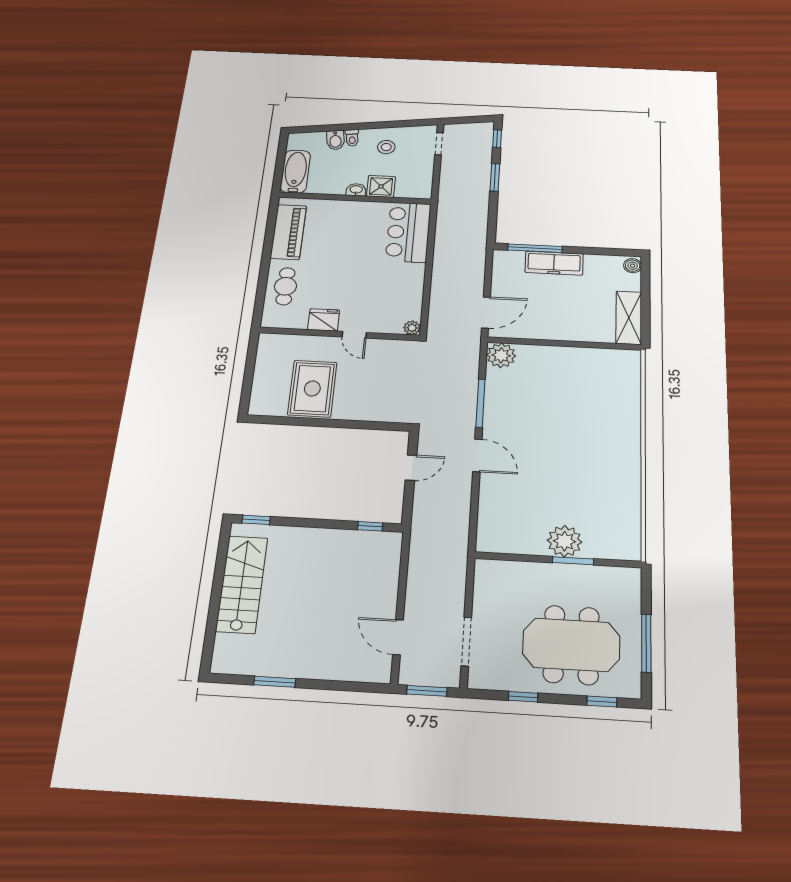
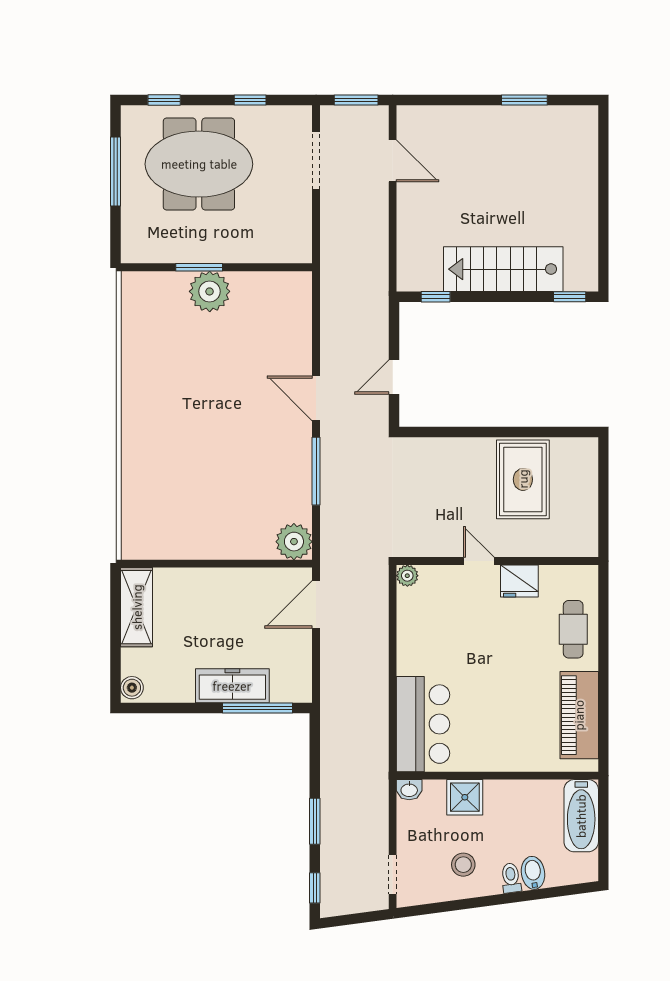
washbasin: (356, 190) -> (409, 790), moved
stairs: (242, 584) -> (503, 269), moved, turned 90

